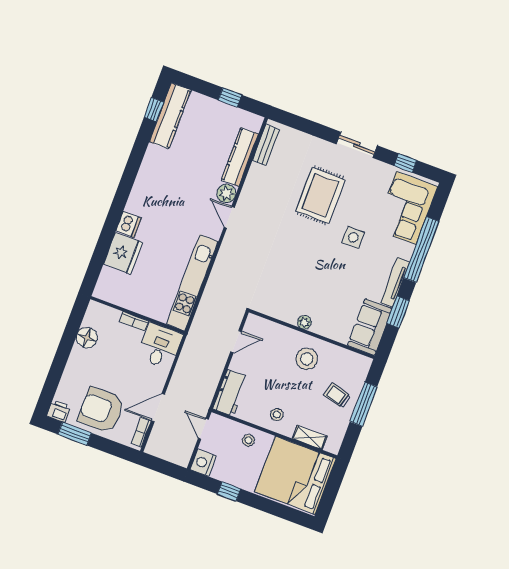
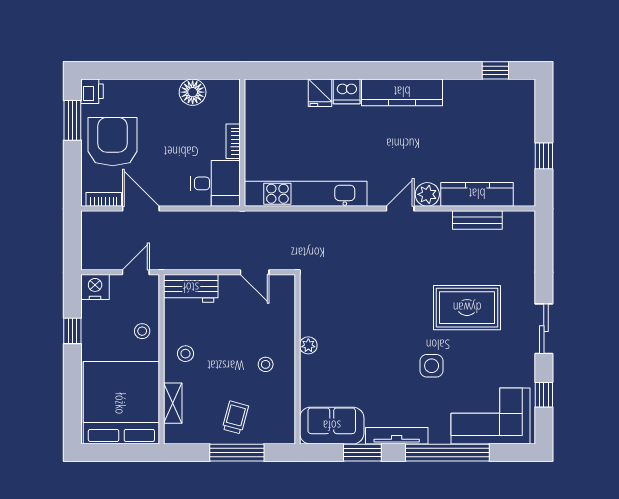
kitchen counter: (170, 116) -> (402, 92), moved
bench: (266, 145) -> (477, 220), moved
fridge: (123, 253) -> (320, 93), width x0.53, depth x0.75
stool: (307, 359) -> (266, 364), width x0.53, depth x0.53

